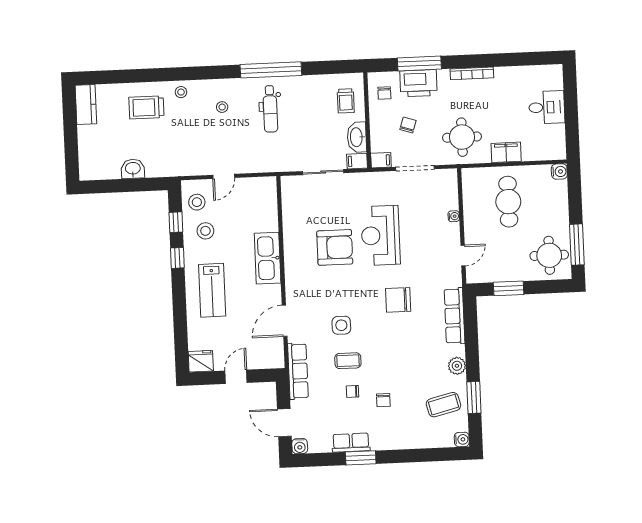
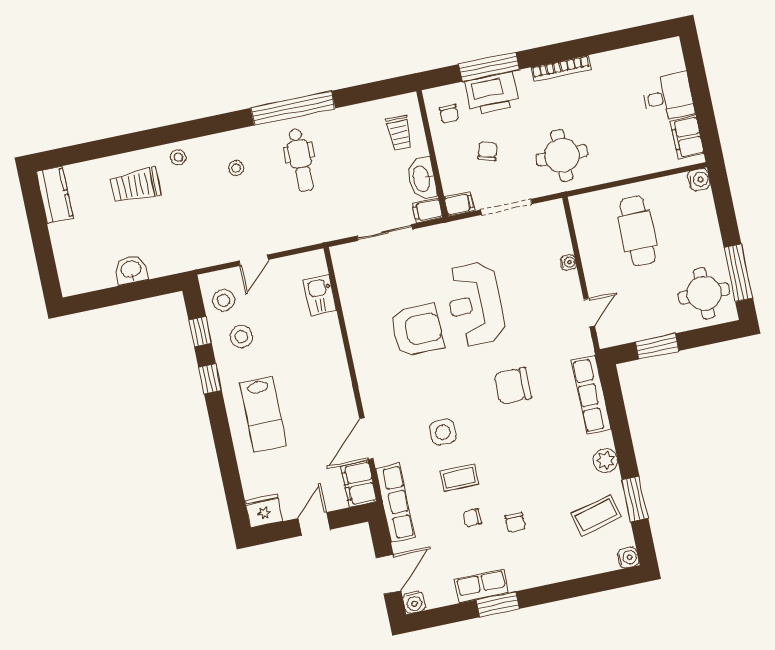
filing cabinet: (506, 152) -> (687, 137), moved, turned -90
kitchen sink: (268, 258) -> (320, 295), moved, width x0.53, depth x0.81
filing cabinet: (274, 353) -> (359, 484), added
door: (284, 423) -> (389, 574), swing flipped

